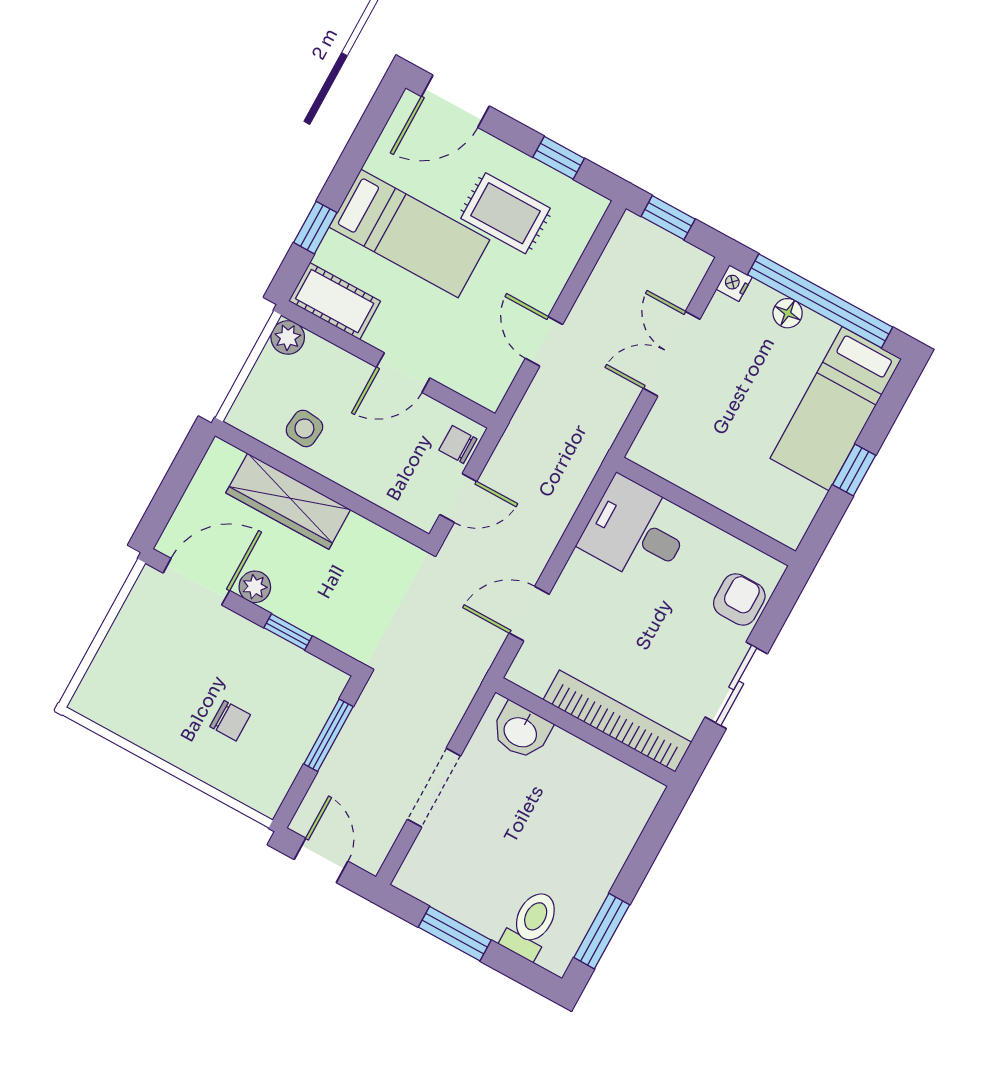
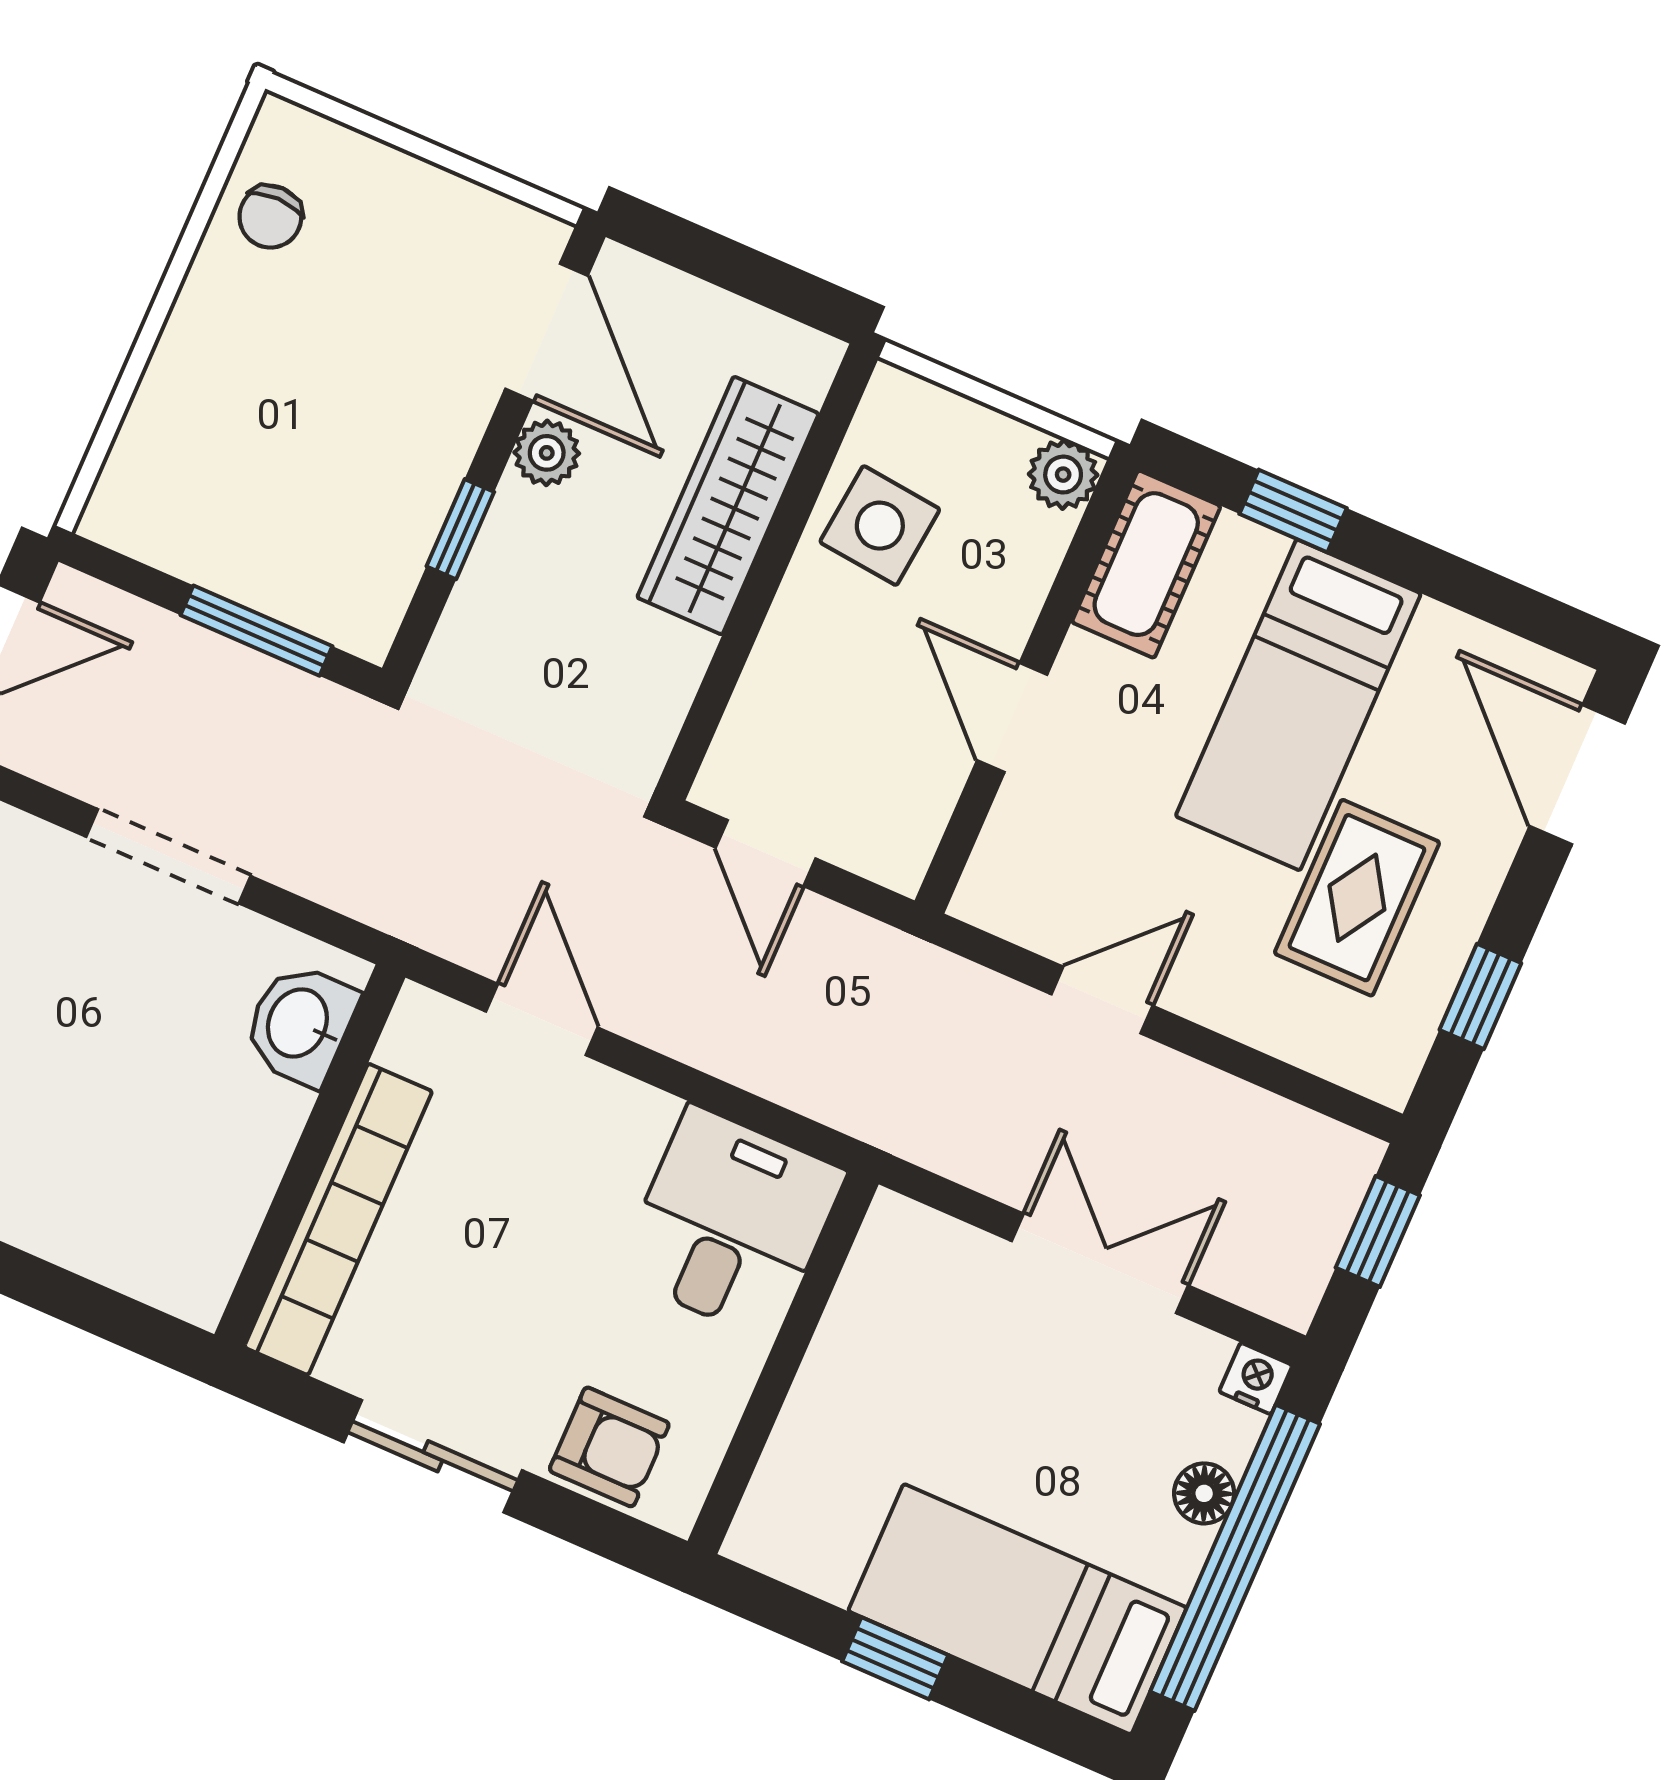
side table: (304, 428) -> (880, 526), width x1.37, depth x1.37
chair: (458, 445) -> (875, 843), removed
chair: (230, 721) -> (270, 217), moved

